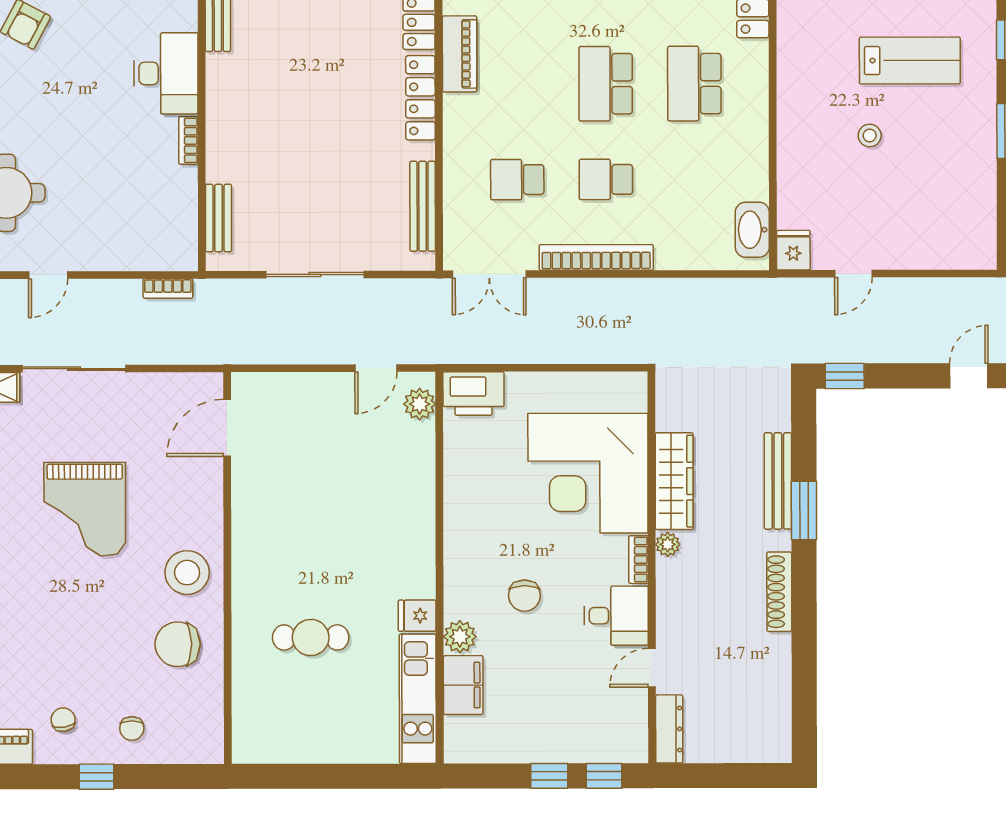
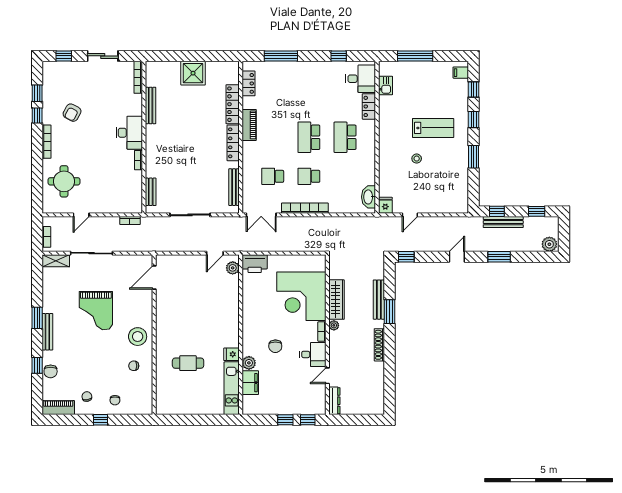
chair: (178, 644) -> (134, 366), width x0.54, depth x0.54

